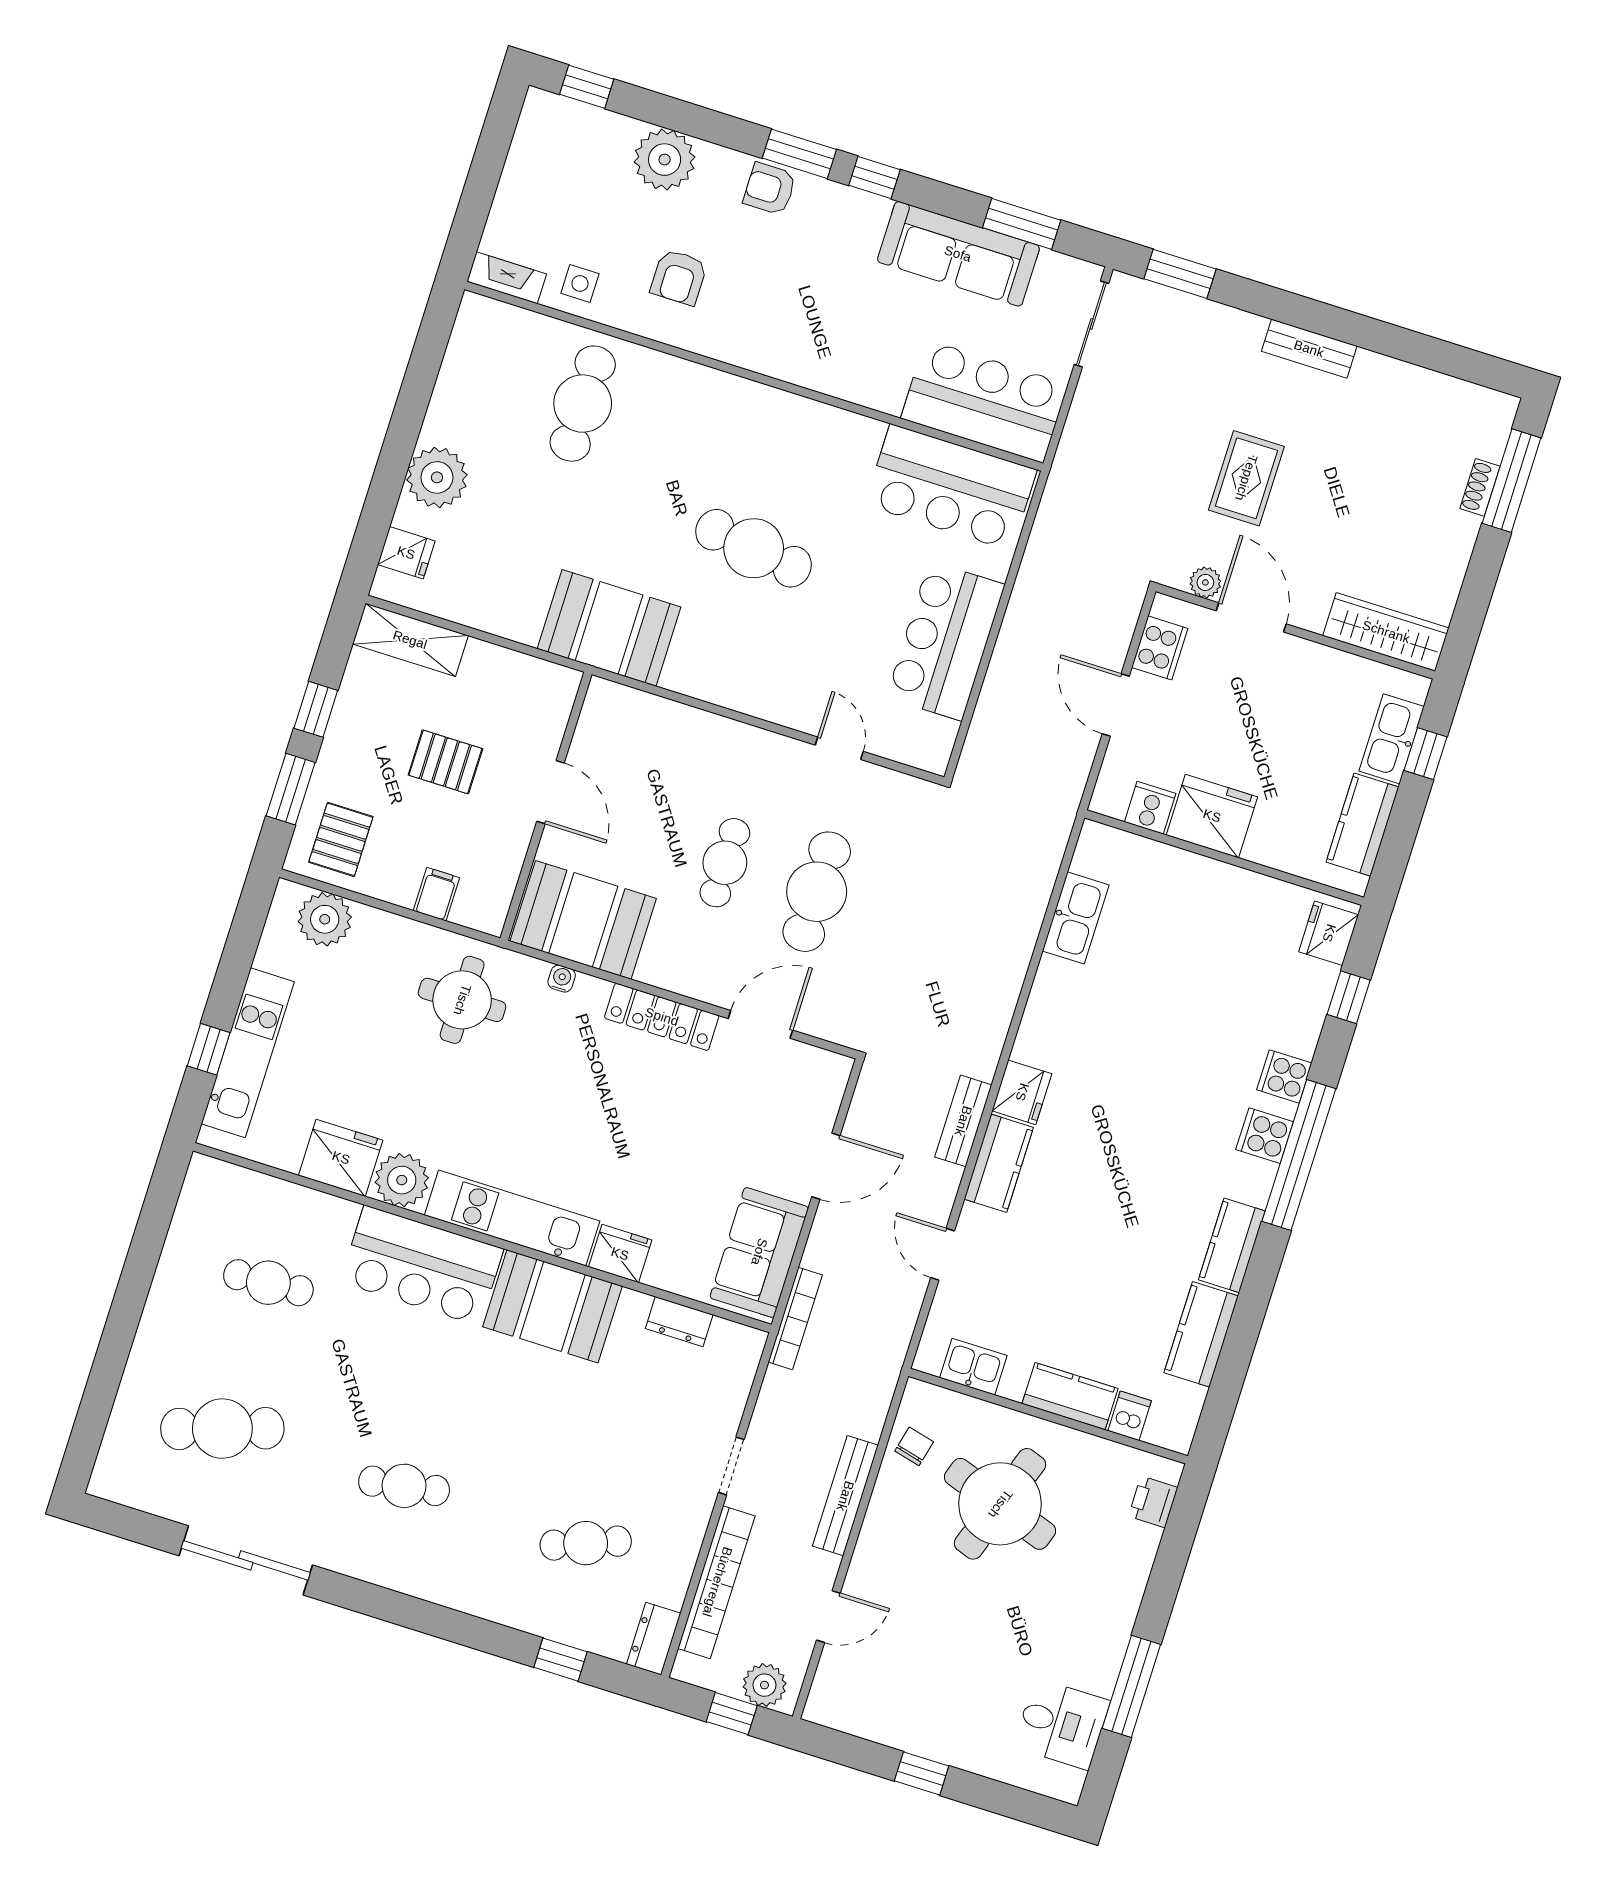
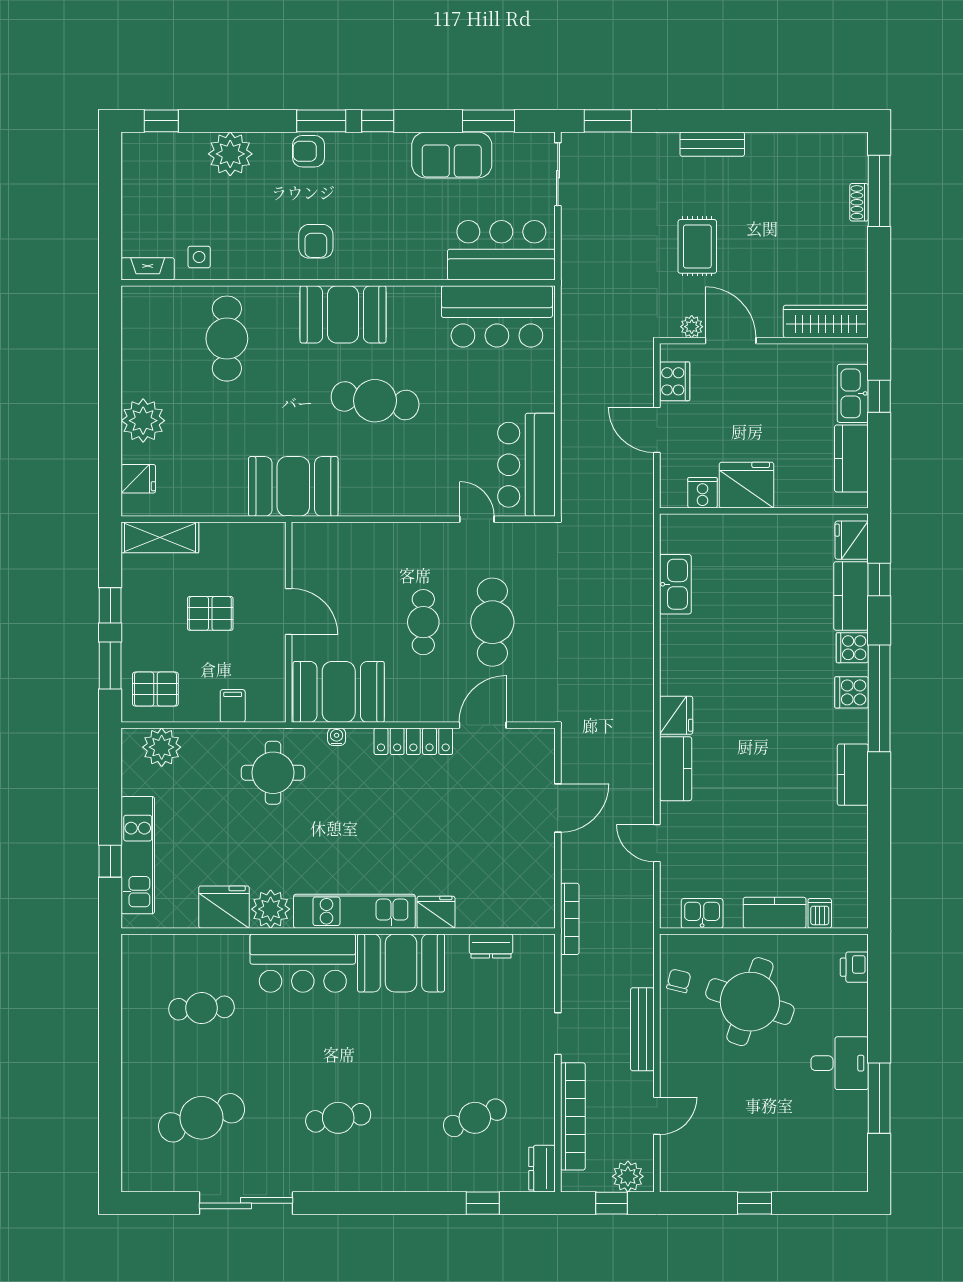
sofa: (958, 254) -> (452, 155), width x0.73
armchair: (679, 277) -> (316, 241), moved
booth: (747, 420) -> (343, 314), added
bar counter: (946, 641) -> (526, 465), moved
pallet: (341, 839) -> (155, 689), turned 90
bench: (963, 1121) -> (642, 747), removed
sofa: (759, 1252) -> (531, 881), removed
kitchen counter: (1201, 1334) -> (851, 596), moved
desk: (1062, 1724) -> (840, 1063), moved

